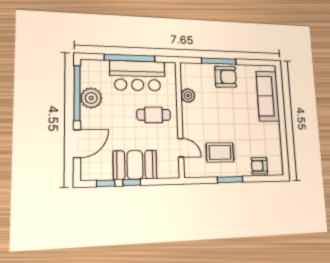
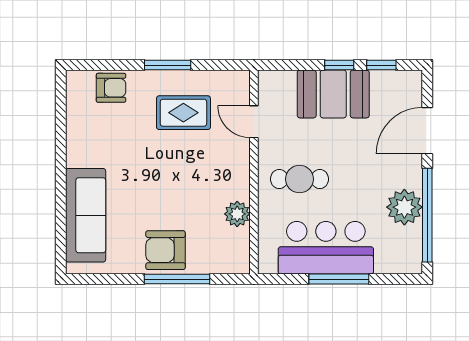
window: (130, 58) -> (339, 279), width x0.68

